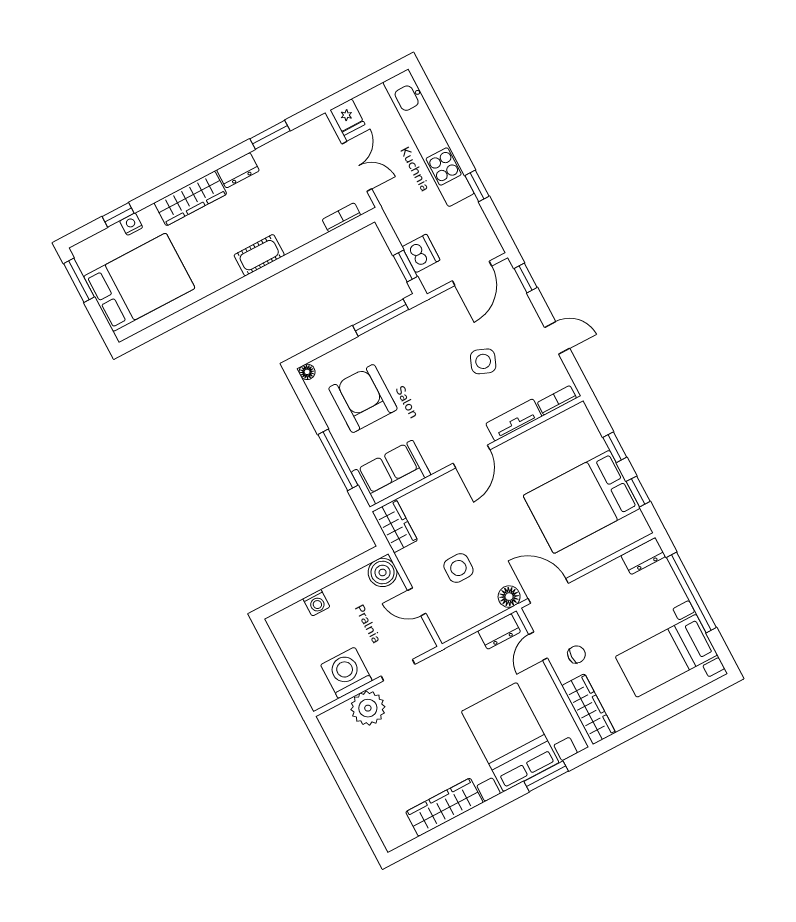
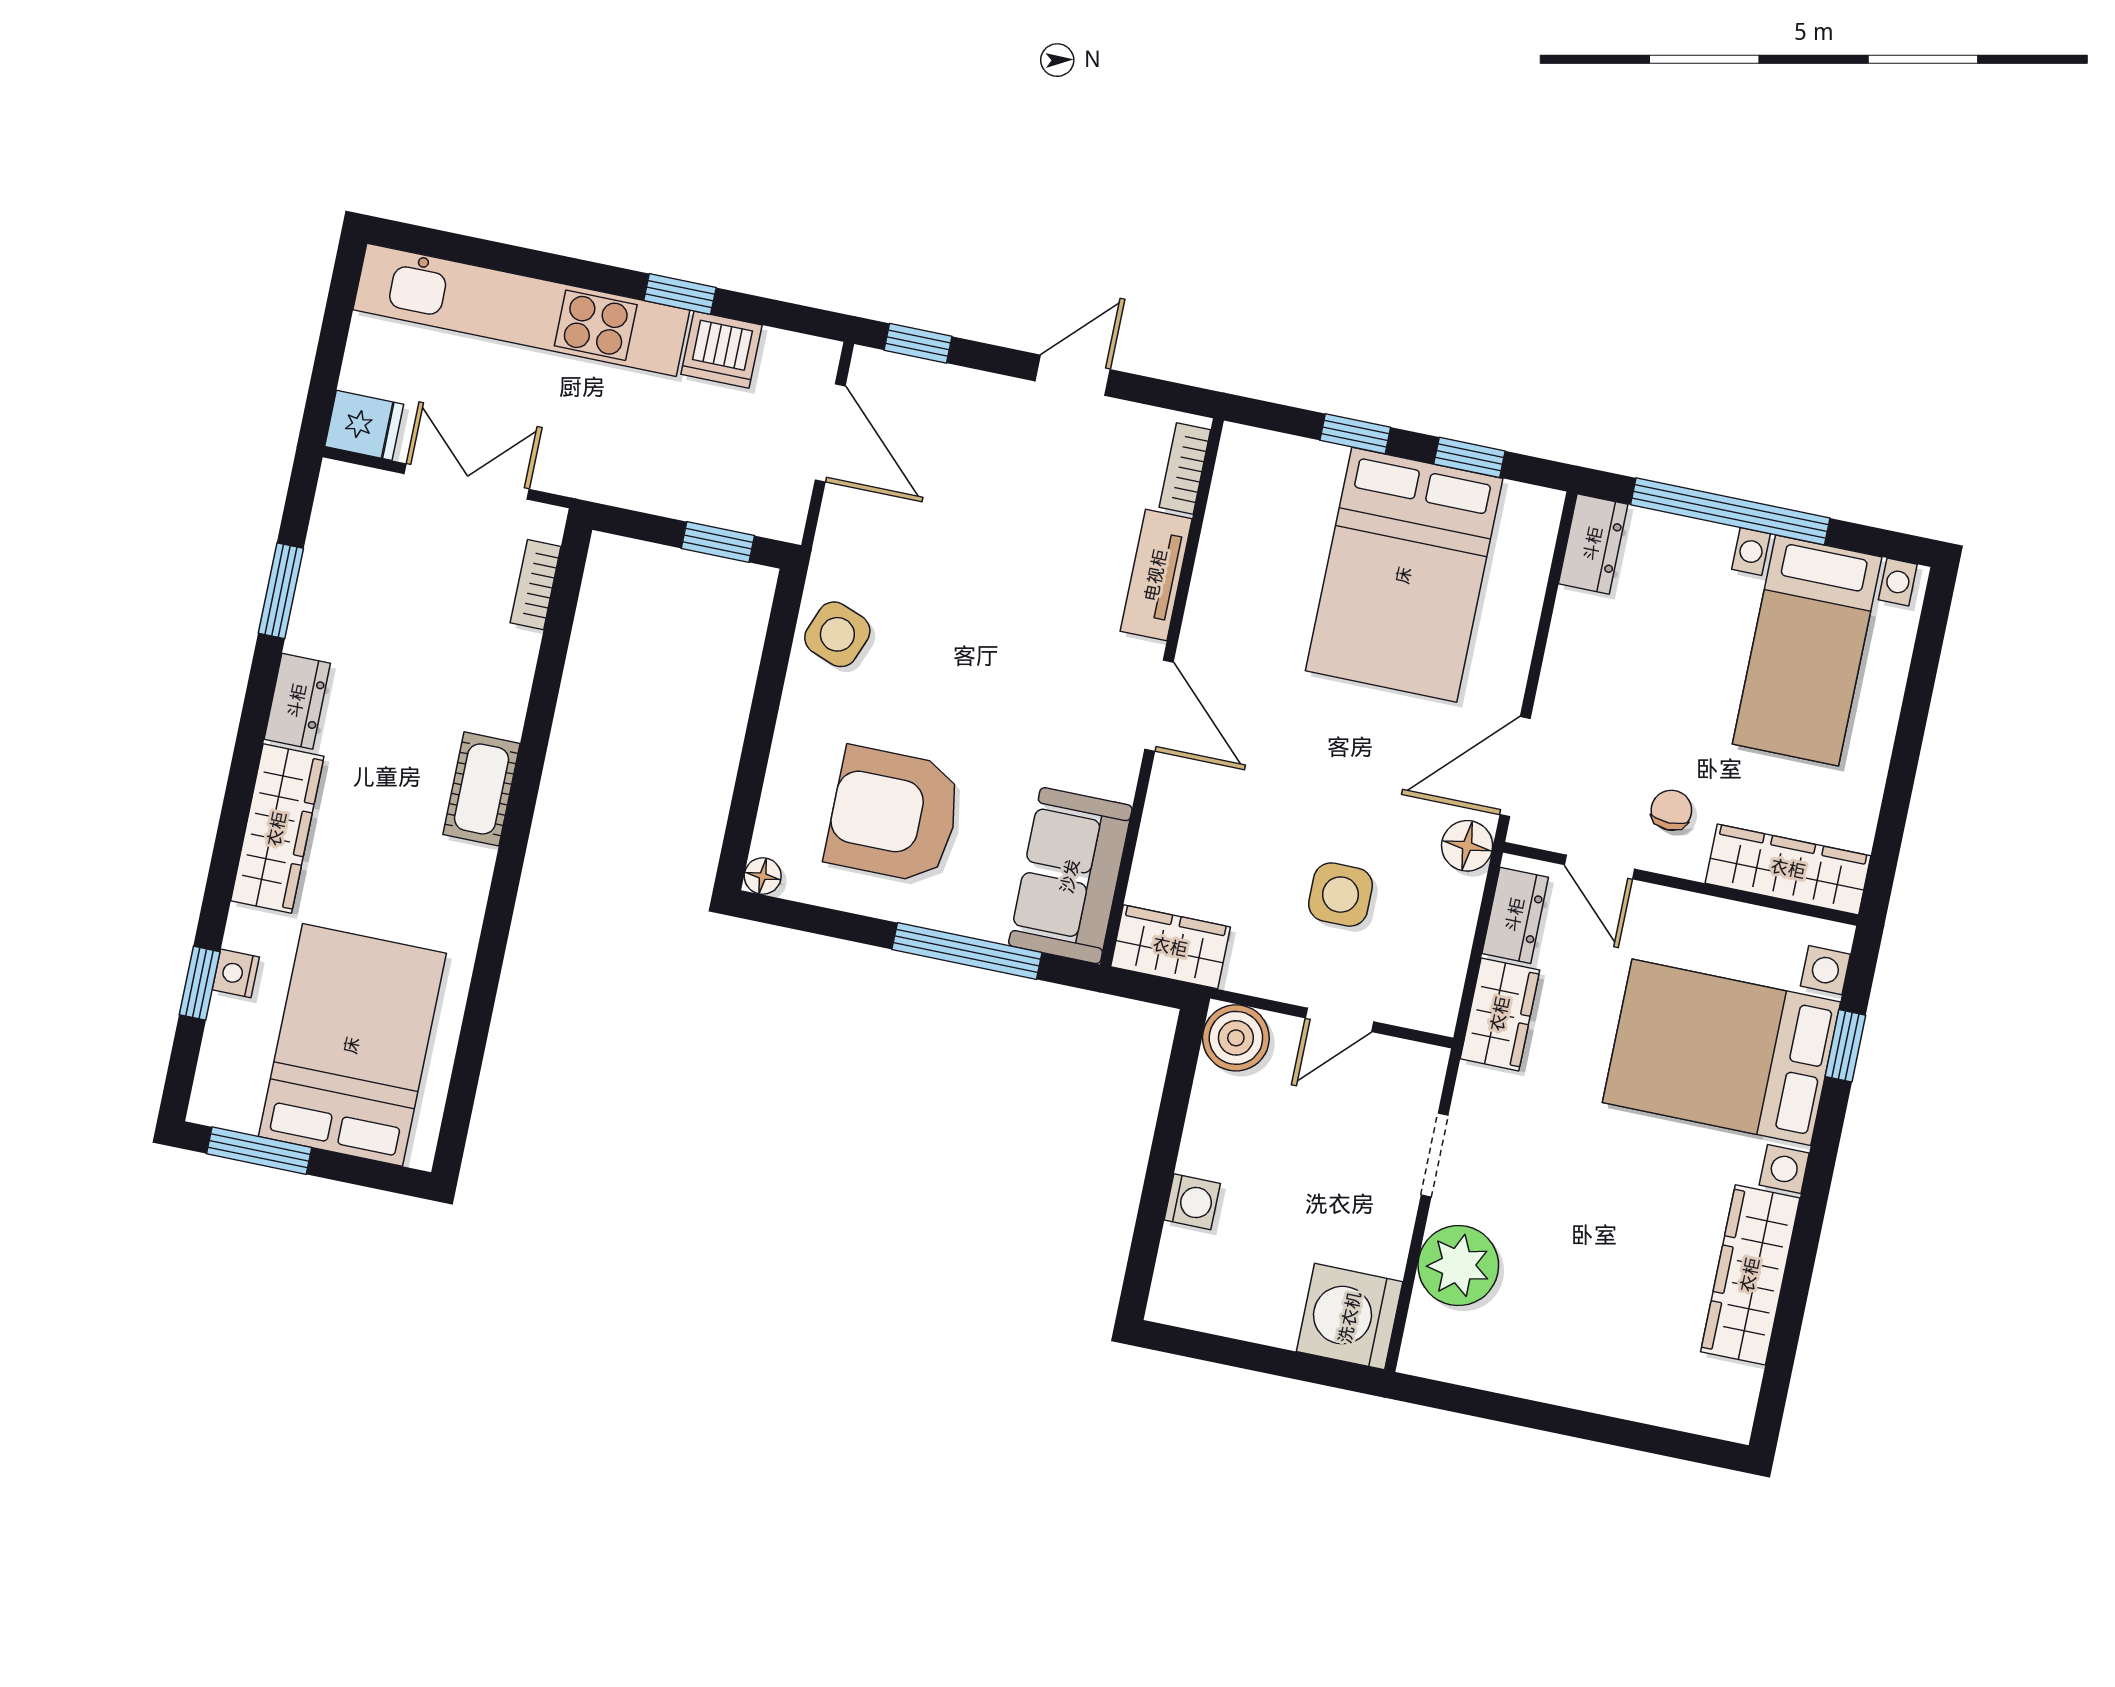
dishwasher: (421, 253) -> (722, 350), moved, turned 180
window: (381, 318) -> (774, 663), removed
side table: (483, 361) -> (837, 634), moved
wardrobe: (462, 653) -> (1500, 1014), added
washing machine: (346, 673) -> (1350, 1317), moved
window: (546, 776) -> (1845, 1046), width x0.67

